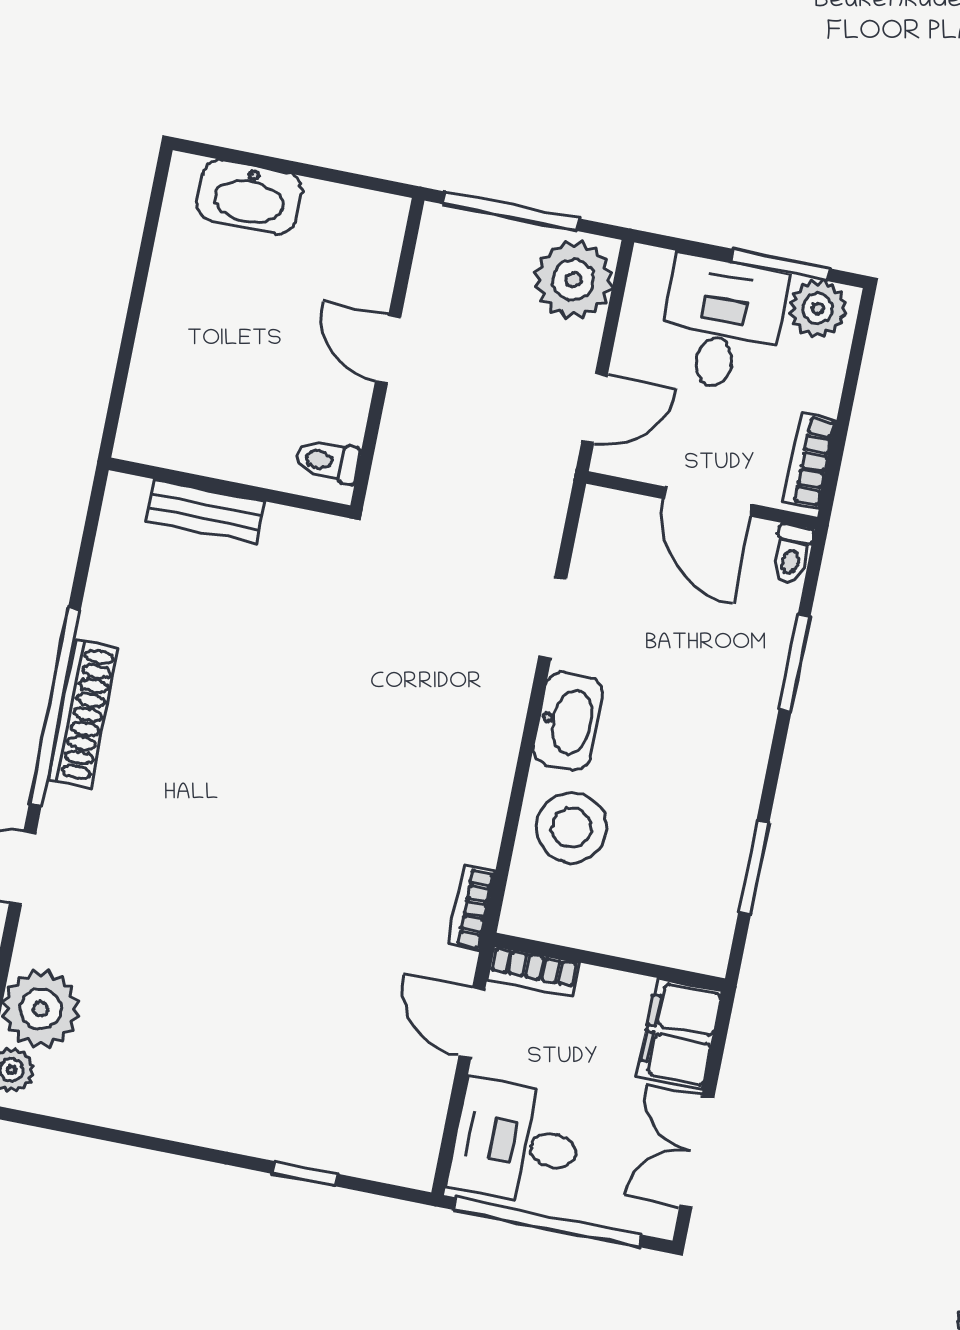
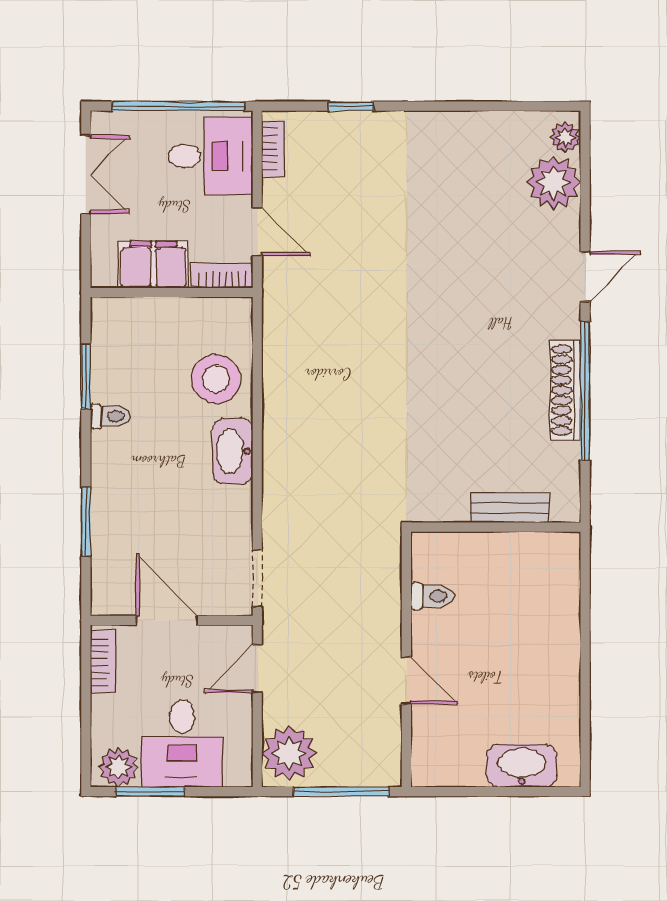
wall: (230, 488) -> (496, 527), moved
bench: (205, 511) -> (509, 508), moved
toilet: (792, 554) -> (110, 416), moved, turned 90
doorway: (553, 617) -> (257, 578), moved
bookcase: (472, 908) -> (273, 149), moved
filing cabinet: (680, 1034) -> (153, 265), moved, turned -90

